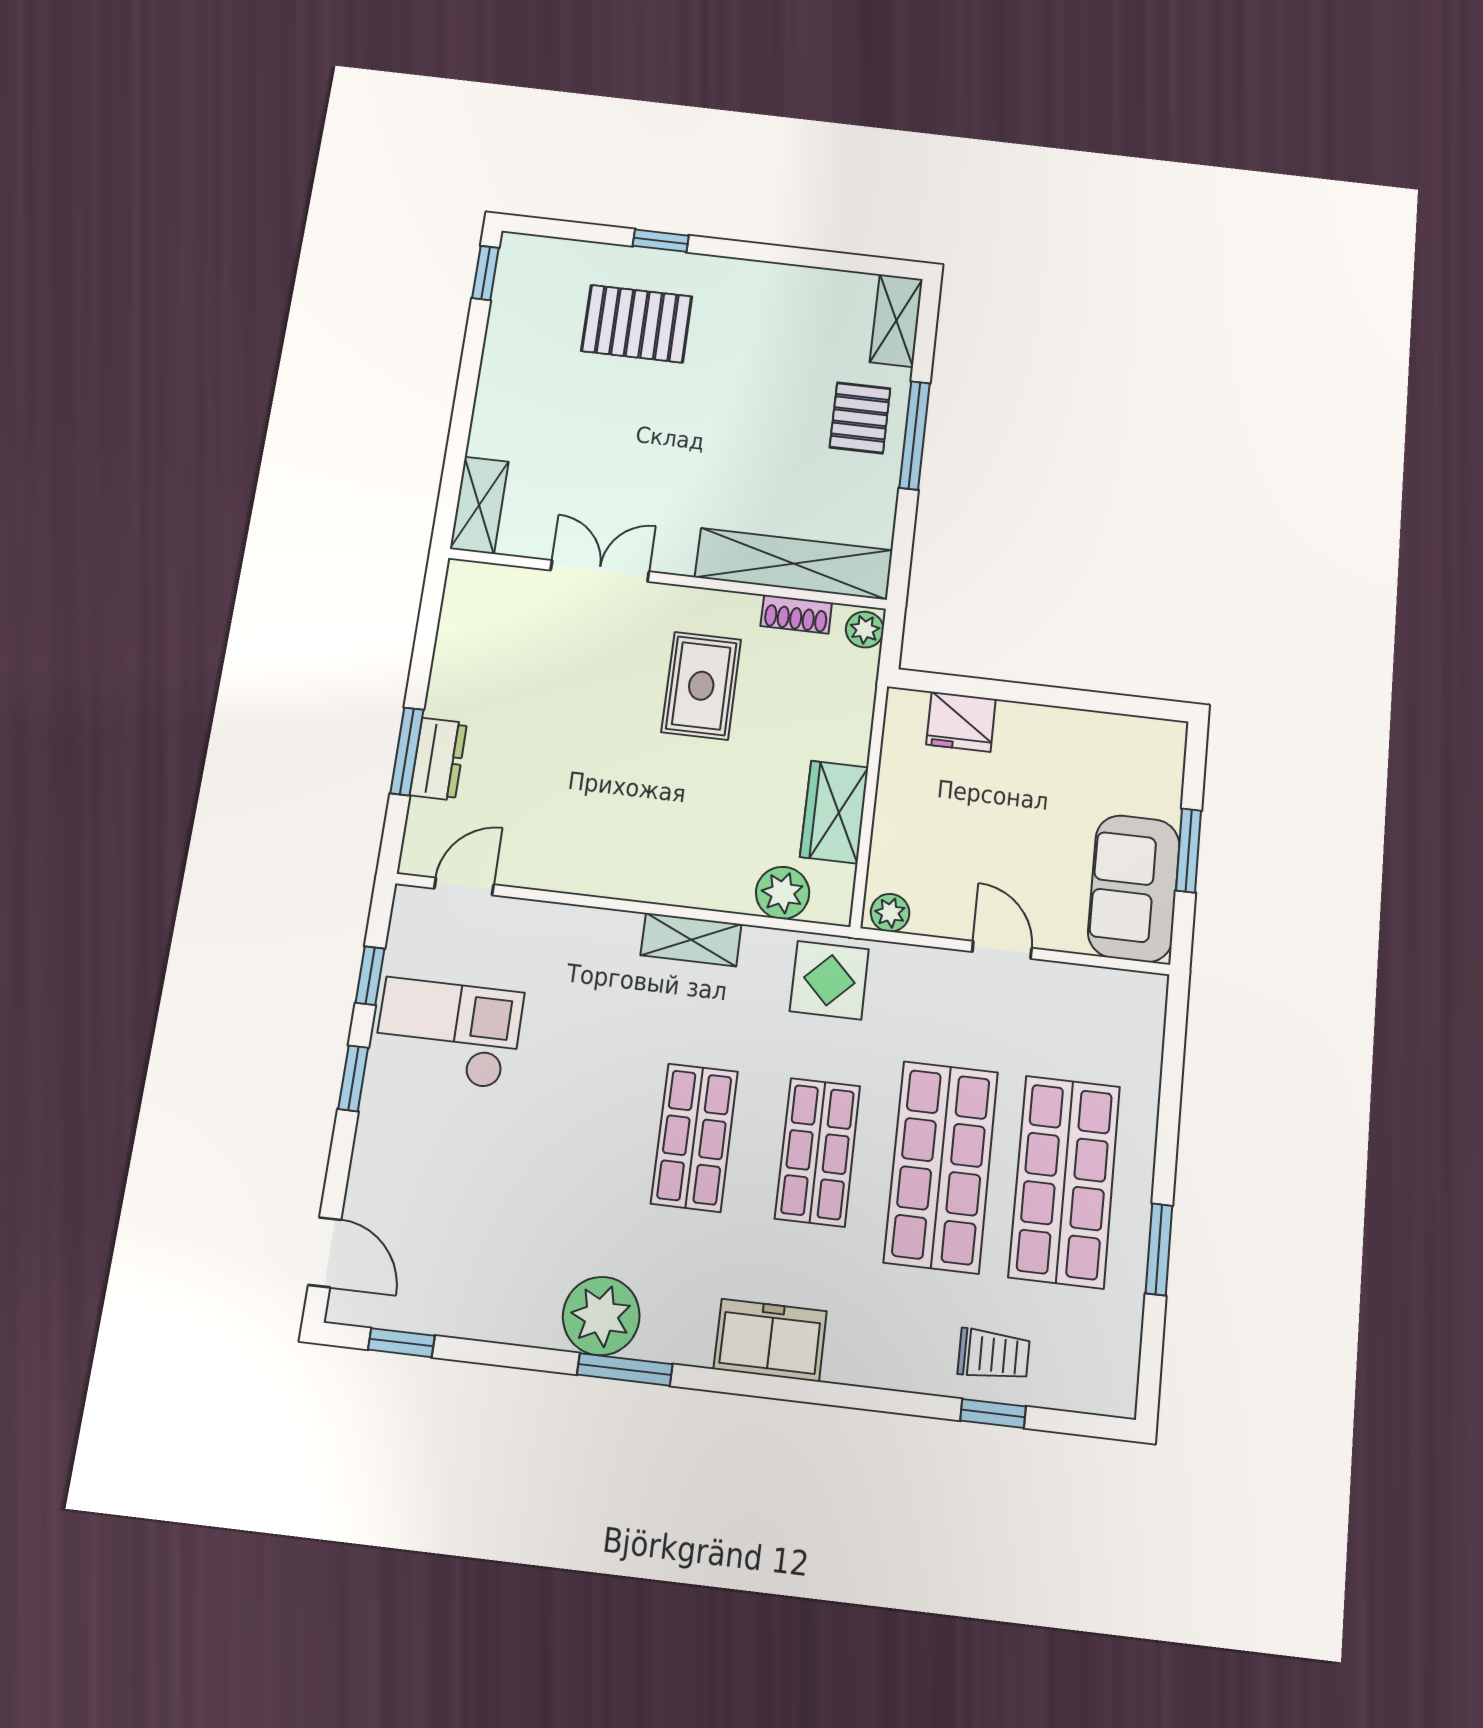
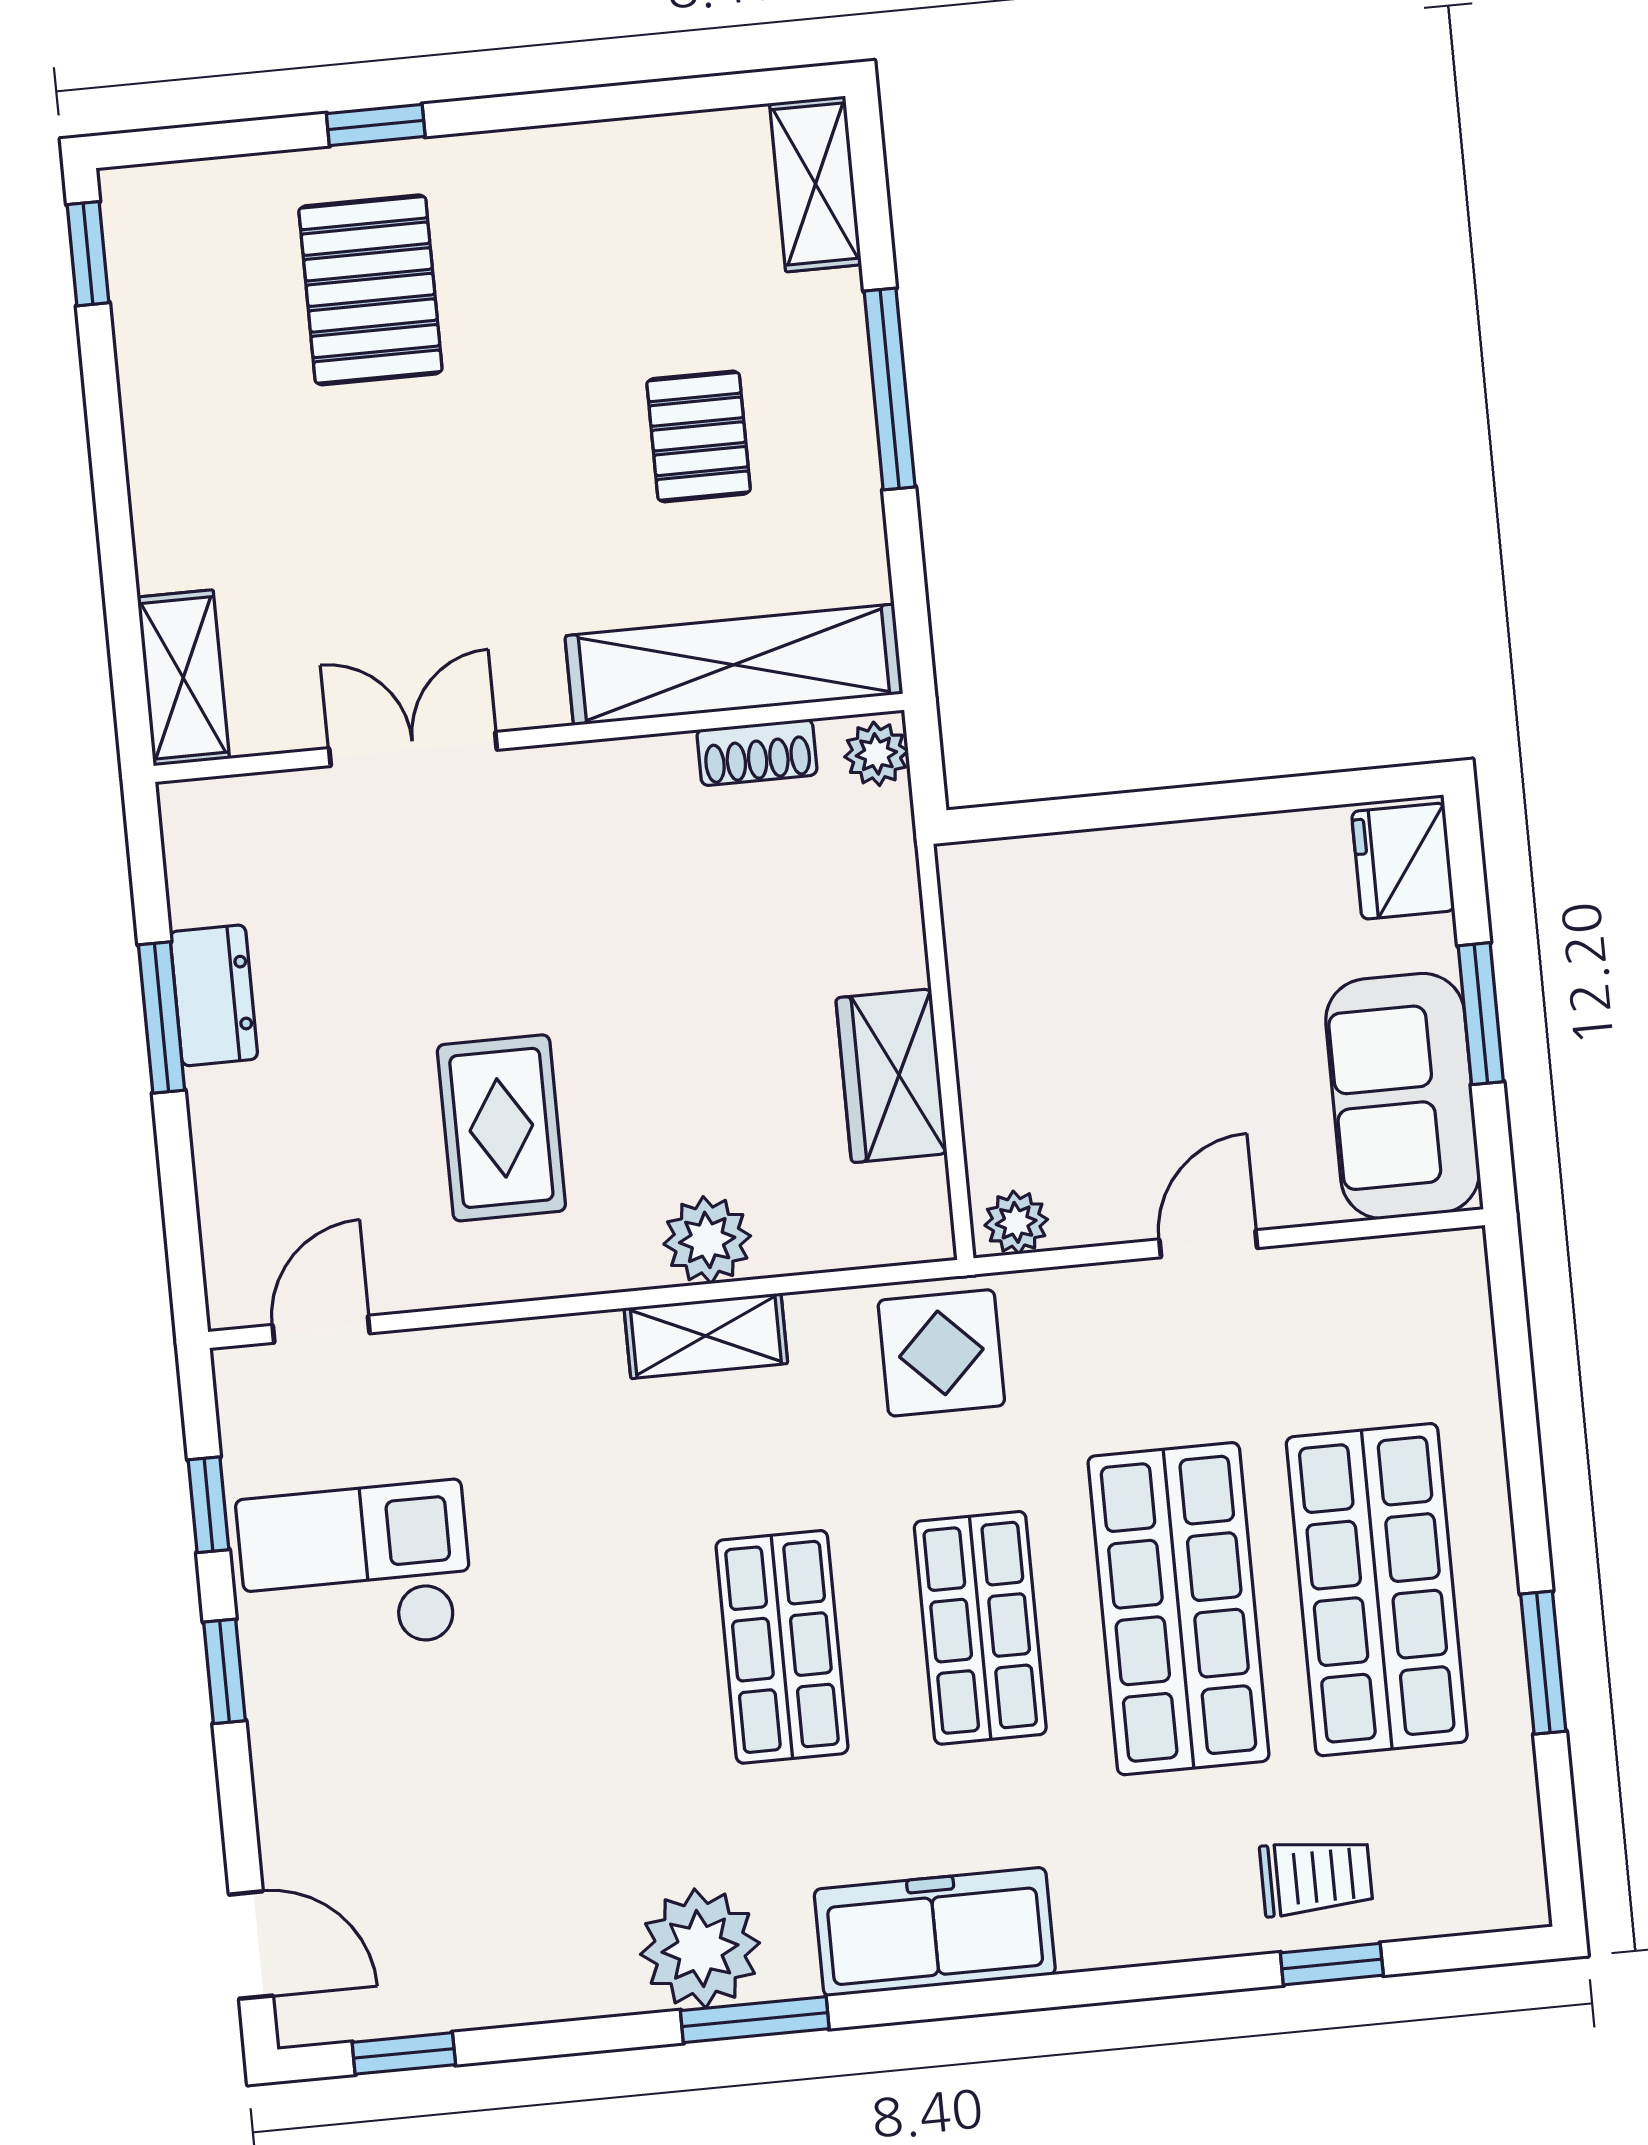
pallet: (637, 324) -> (370, 290), turned 90
pallet: (860, 418) -> (699, 436), moved
rug: (701, 686) -> (501, 1128), moved
fridge: (961, 722) -> (1403, 861), moved, turned 90
window: (407, 751) -> (162, 1017), moved
dresser: (438, 759) -> (214, 995), moved
plant: (783, 893) -> (707, 1240), moved
door: (1002, 950) -> (1208, 1244), hinge flipped
freezer: (770, 1340) -> (935, 1932), width x1.40

